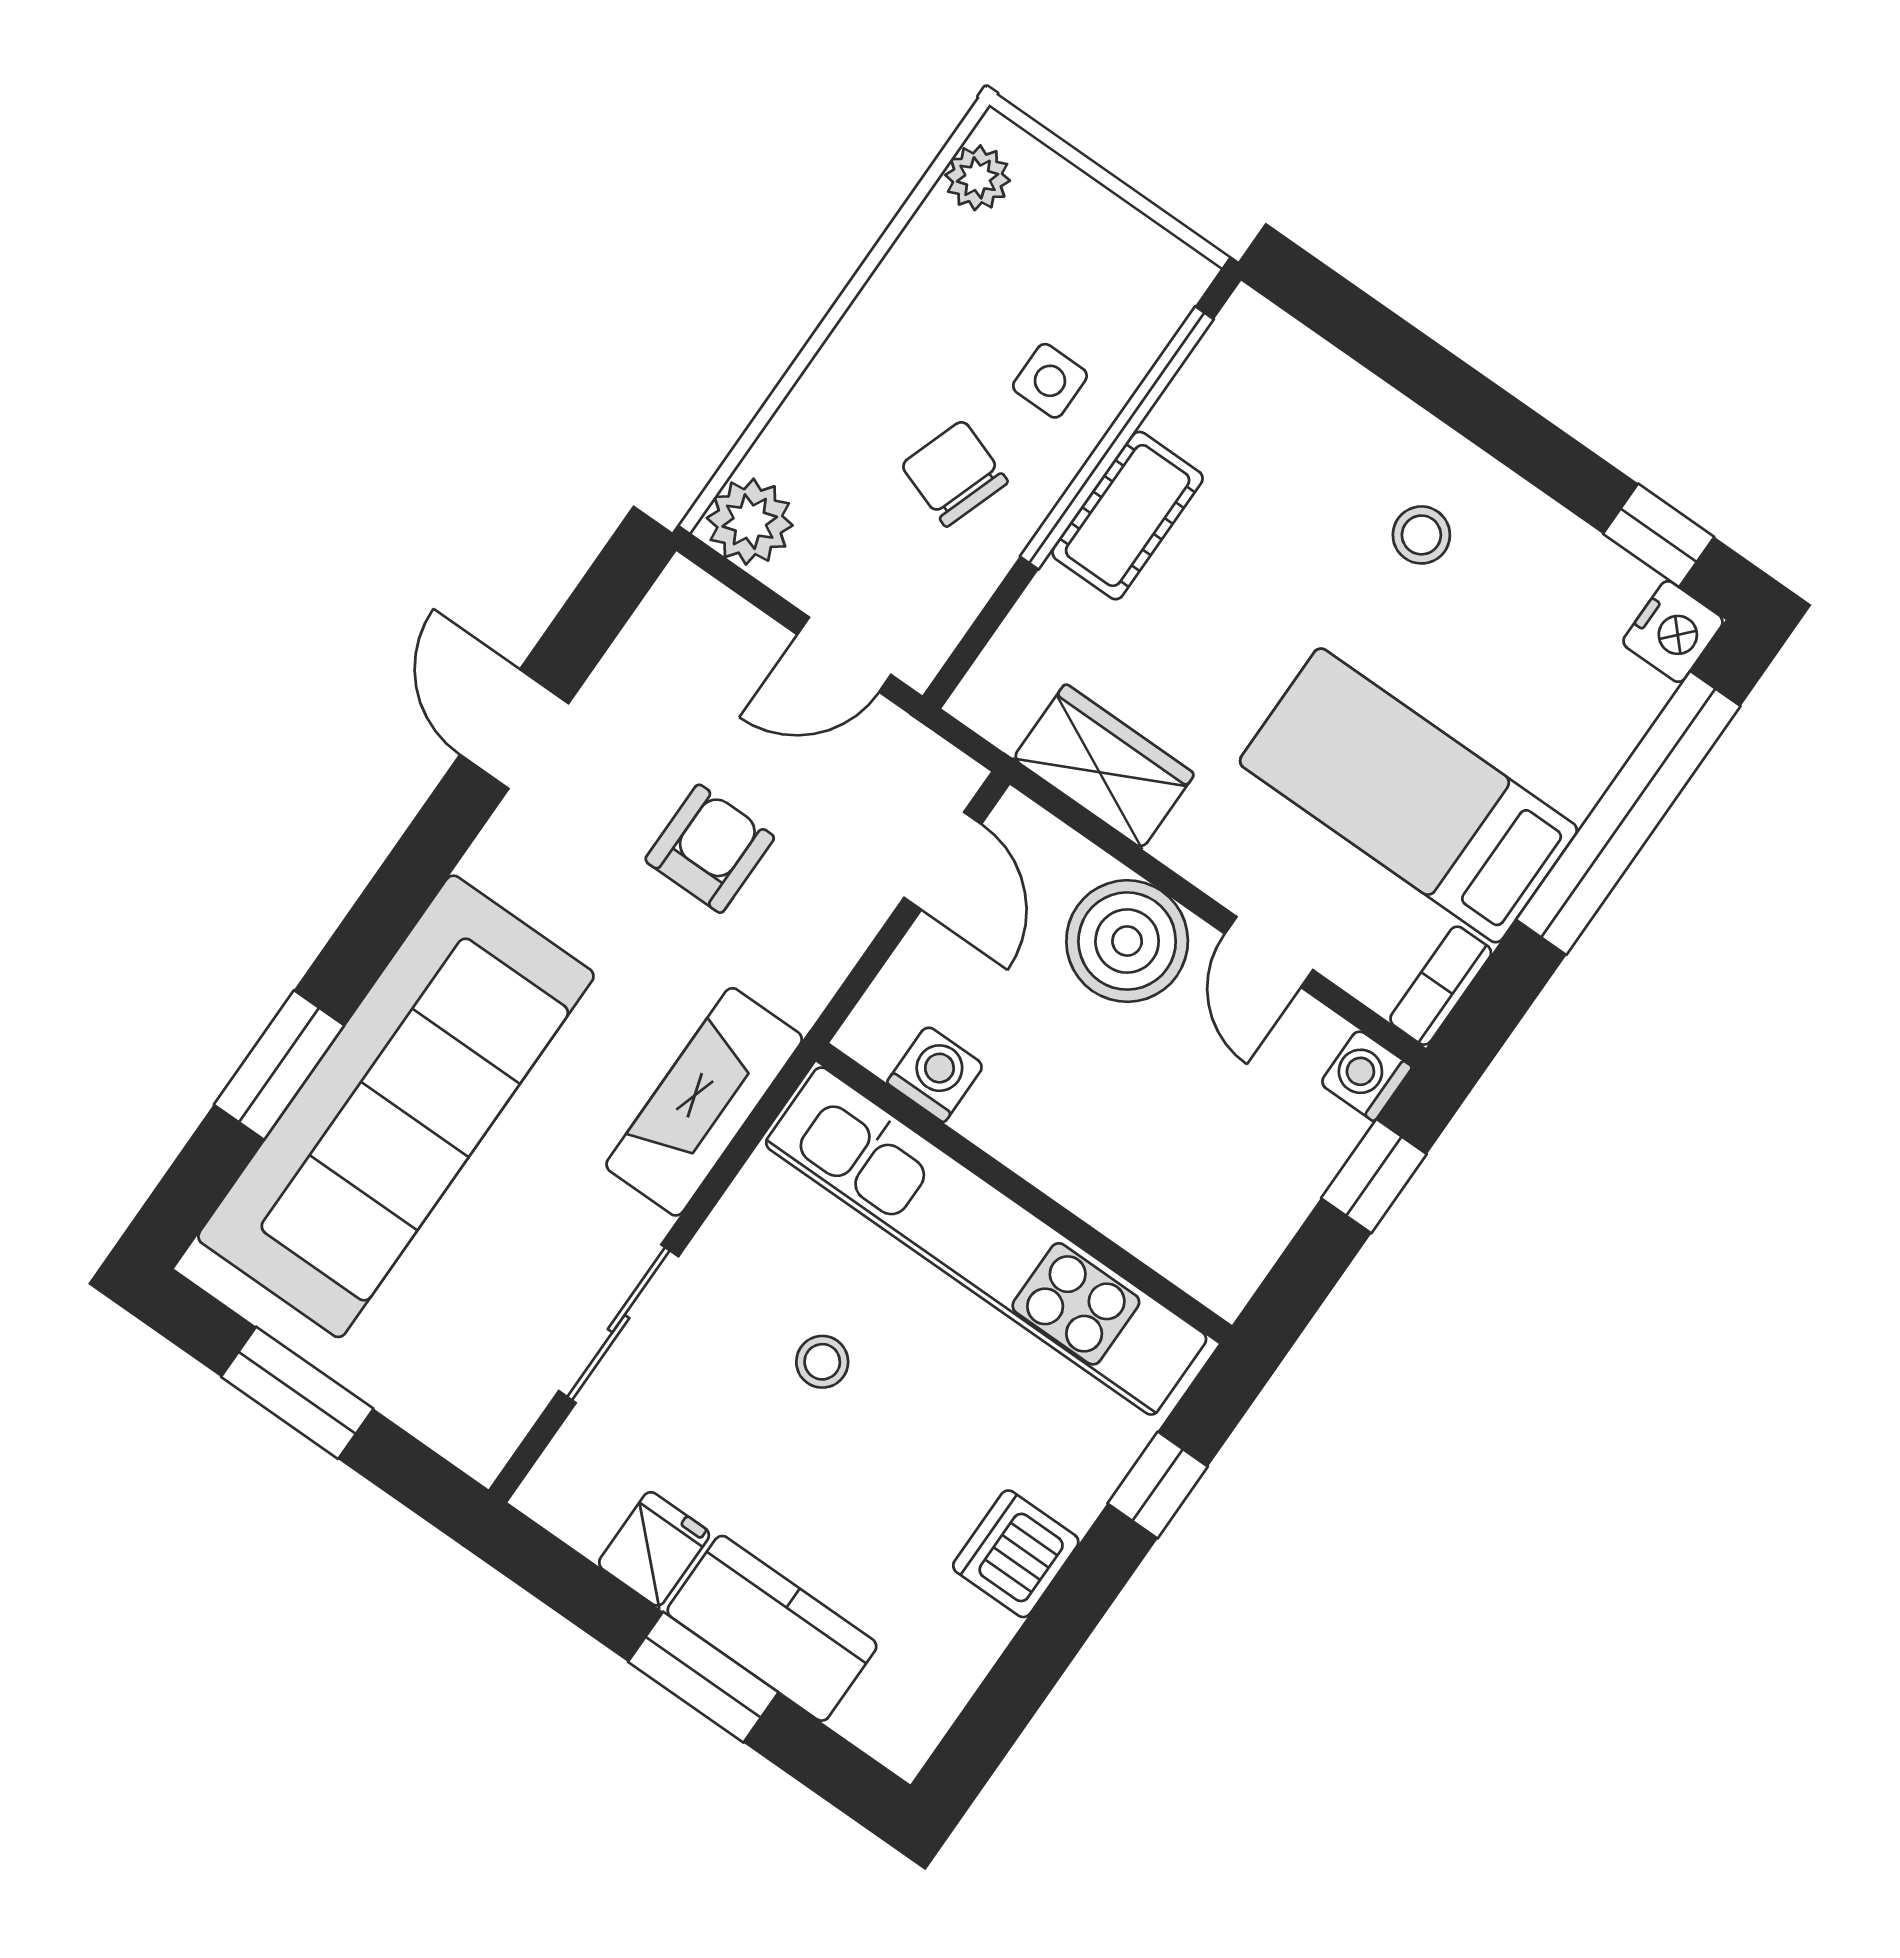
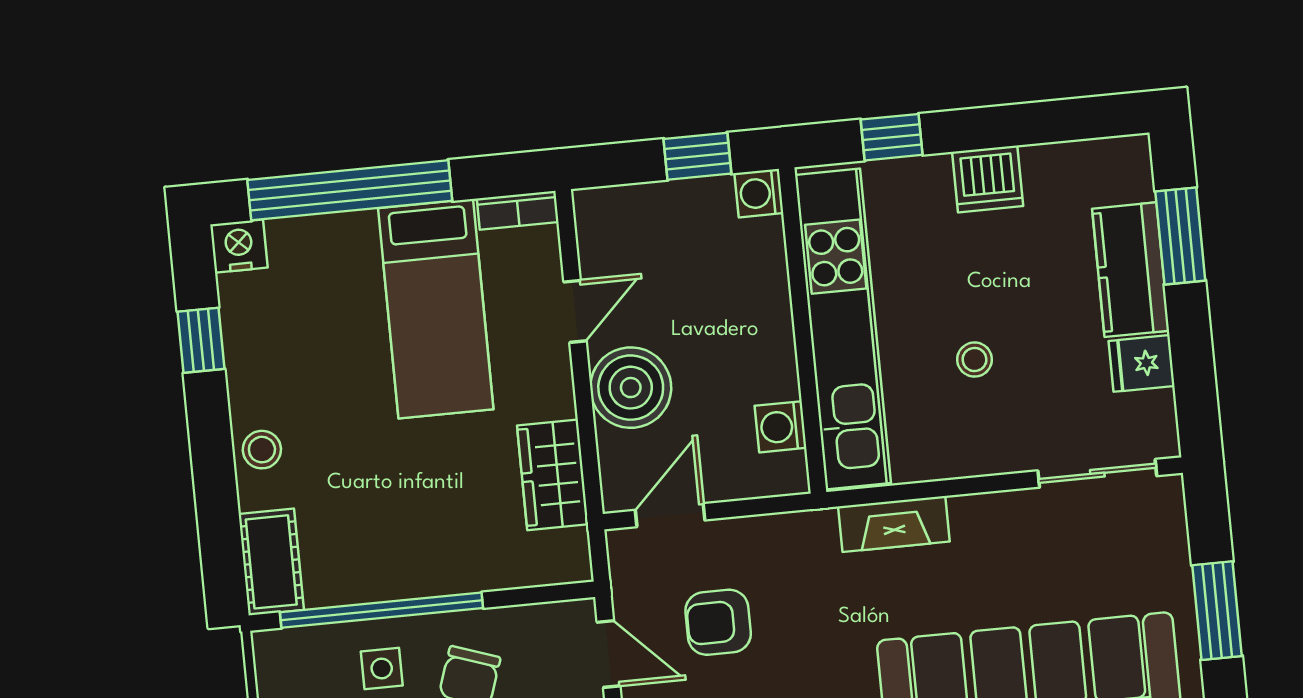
cot: (1128, 516) -> (271, 562), moved, turned 90
stool: (1421, 535) -> (262, 450), moved
window: (1659, 535) -> (201, 340), moved
armchair: (710, 849) -> (718, 622), moved
washing machine: (1366, 1075) -> (759, 193), moved, turned 90
fireplace: (704, 1102) -> (894, 524), width x0.73, depth x0.76
window: (1374, 1176) -> (697, 156), moved
sliding door: (619, 1324) -> (1097, 473), moved
window: (703, 1677) -> (1180, 236), moved

